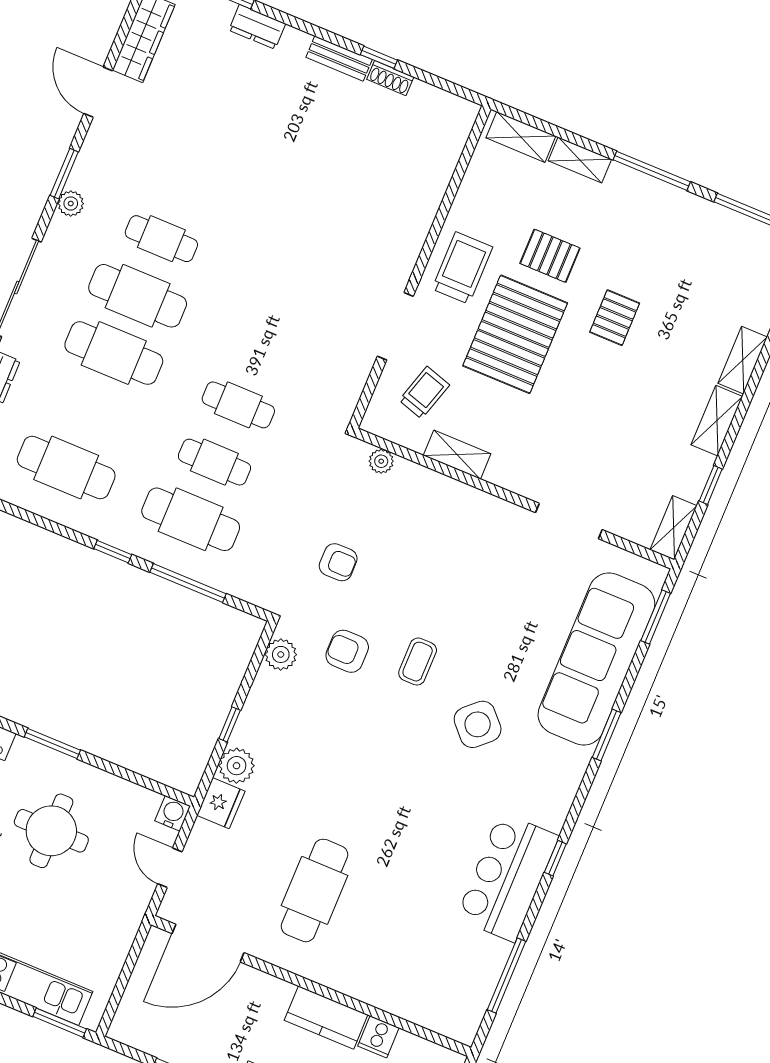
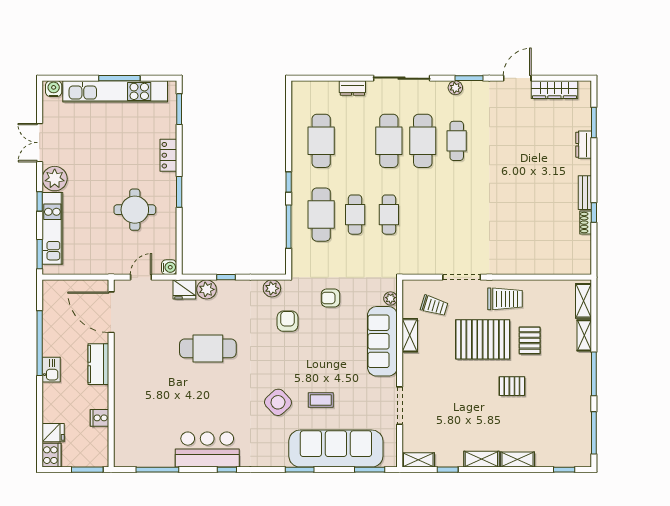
sofa: (448, 505) -> (382, 341), added
armchair: (338, 562) -> (331, 298), turned 90
coffee table: (418, 662) -> (321, 400), moved
cafe table: (315, 890) -> (208, 348), moved
kitchen counter: (326, 1018) -> (98, 364), moved

